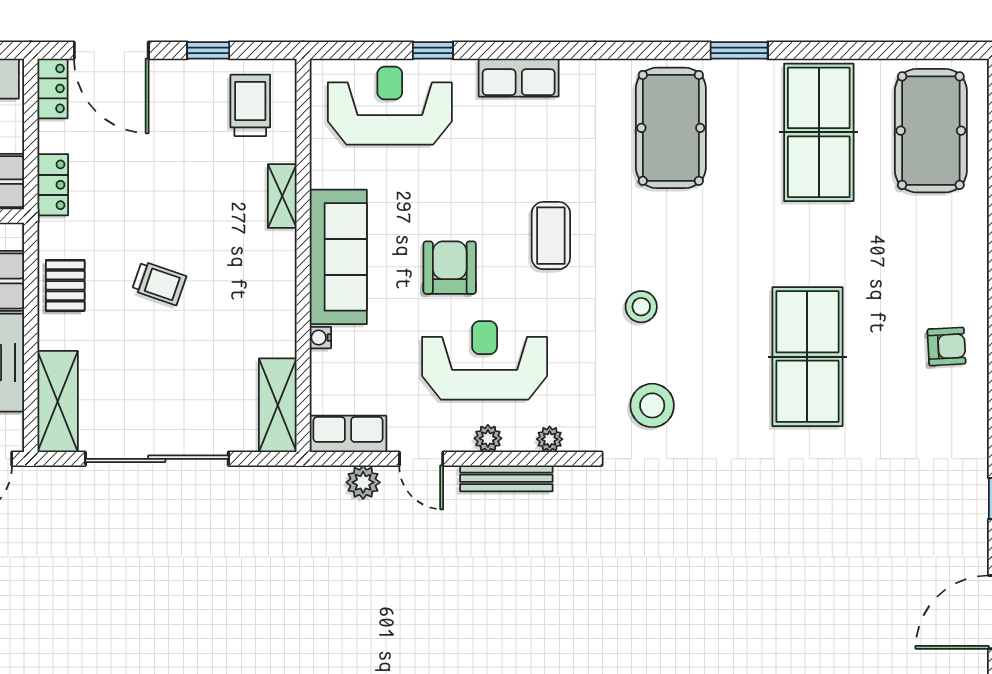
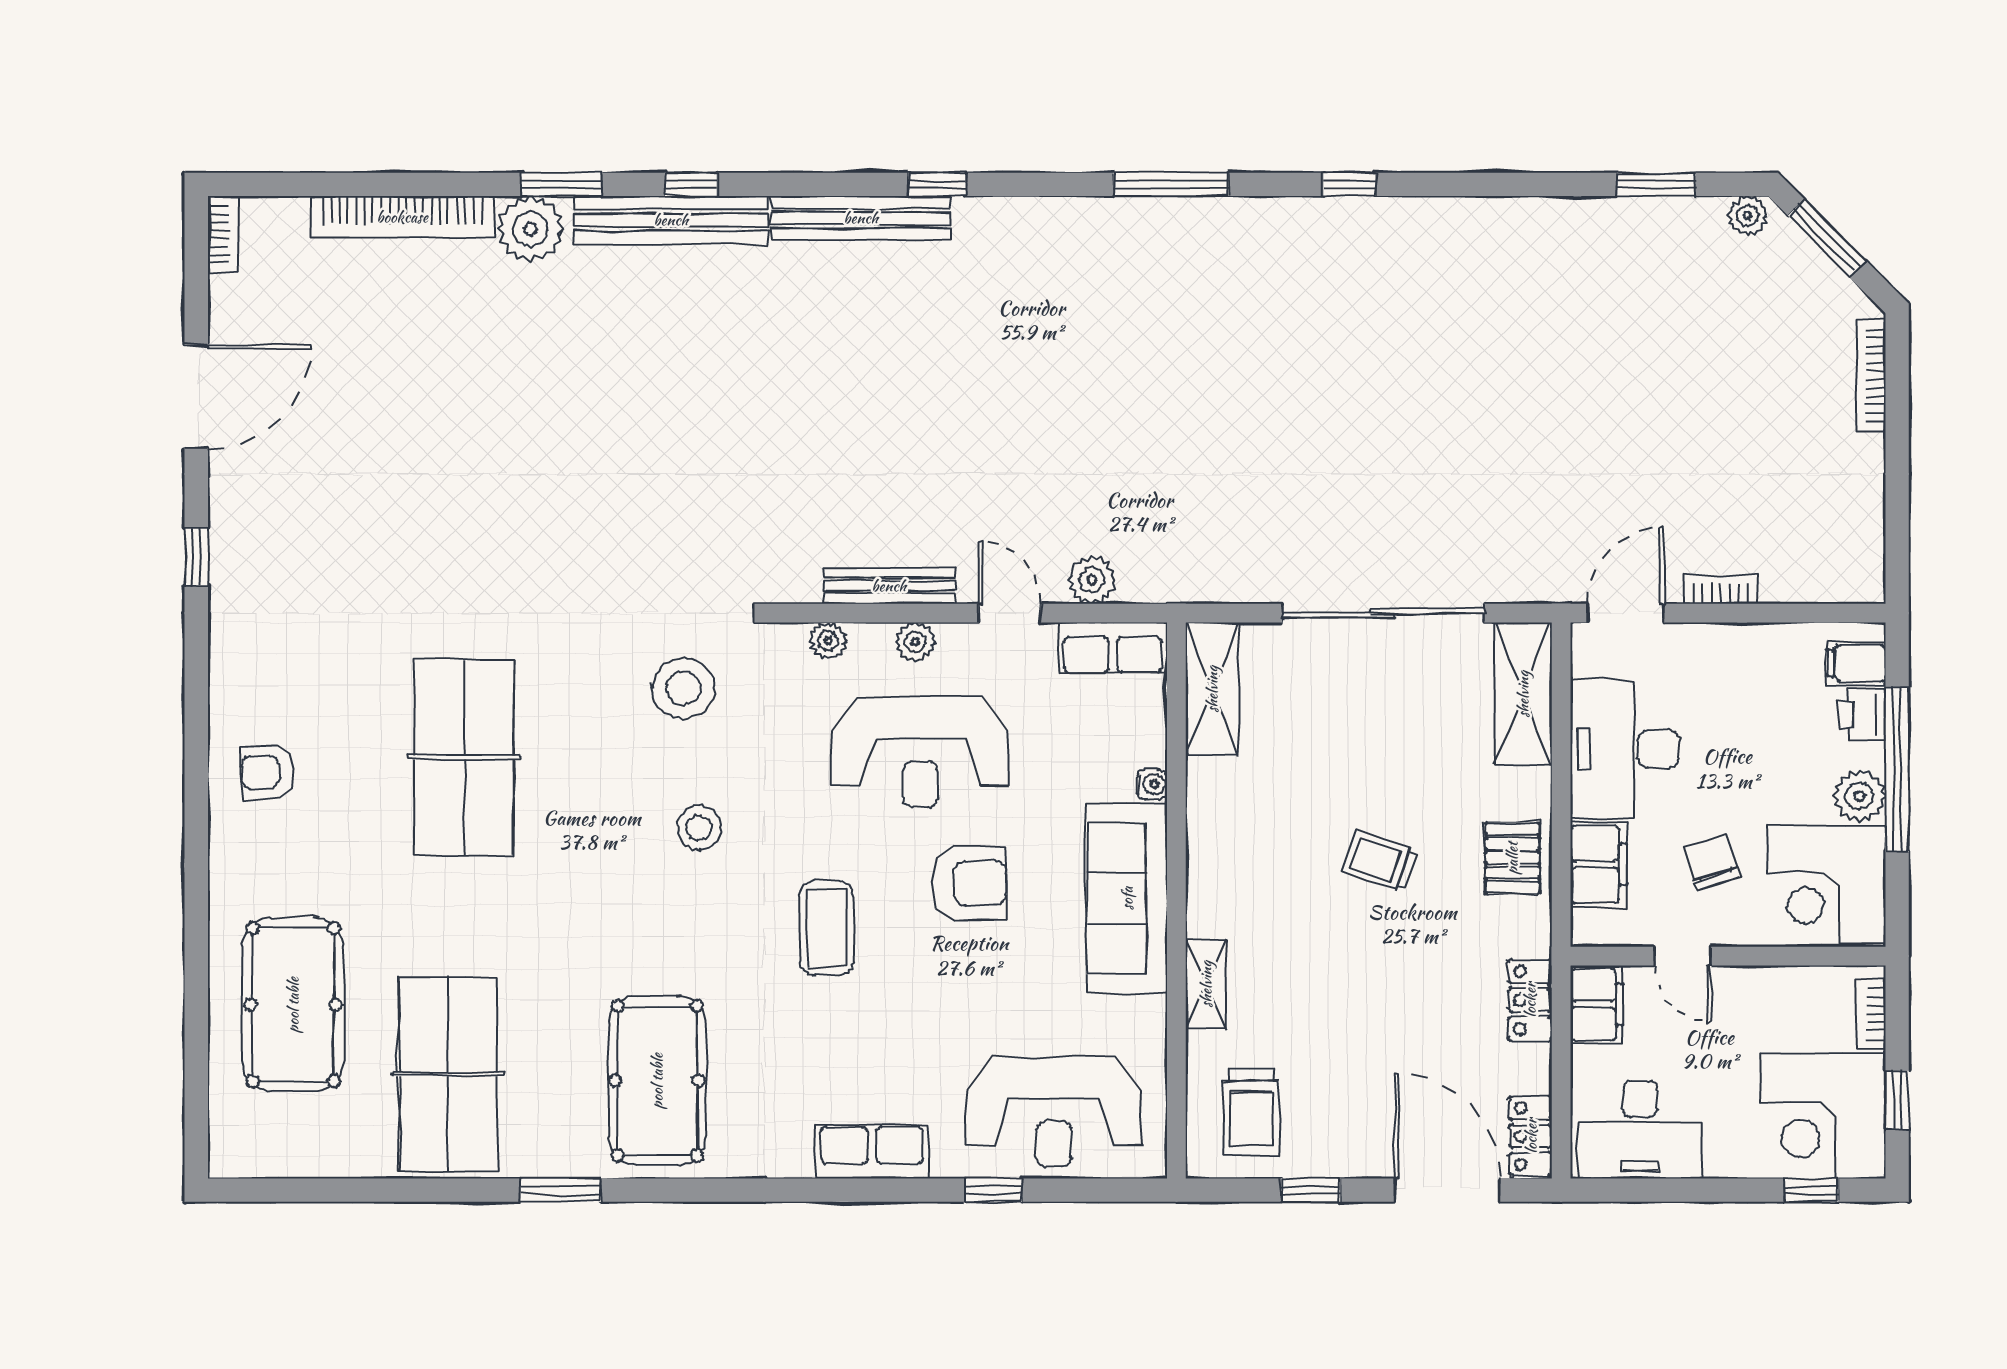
pool table: (931, 131) -> (293, 1005), moved
armchair: (450, 268) -> (969, 883), turned -90

